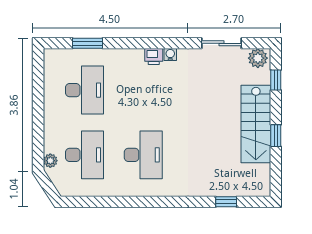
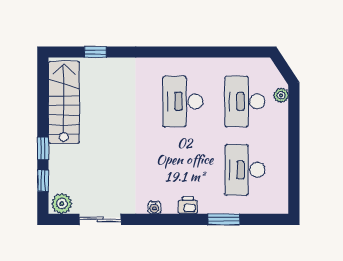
window: (88, 43) -> (224, 219), moved
printer: (154, 57) -> (188, 205), moved
stairs: (256, 124) -> (64, 102), moved
window: (276, 136) -> (43, 148), moved

